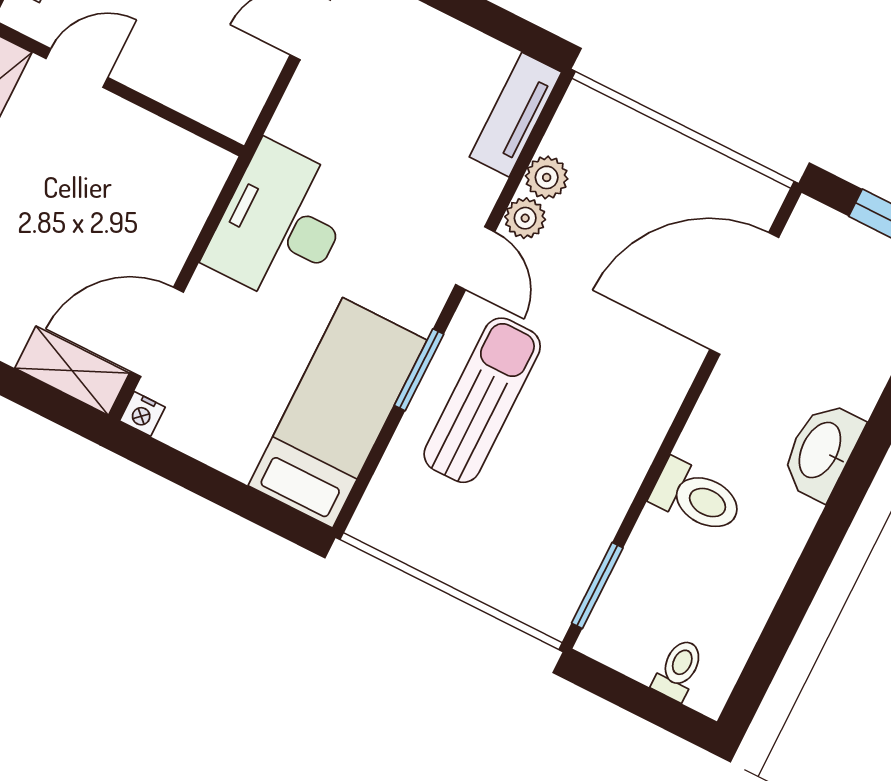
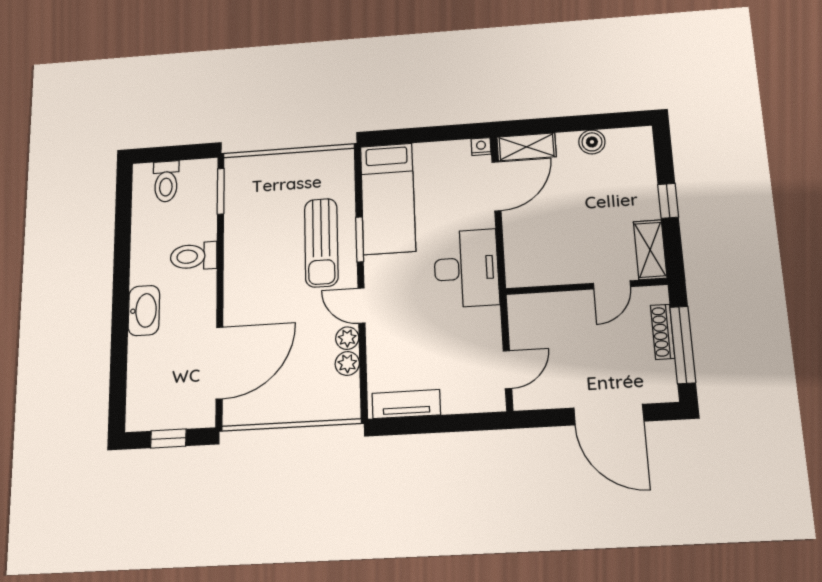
tv unit: (515, 115) -> (406, 404), moved, turned -90
toilet: (679, 670) -> (166, 181), width x1.37, depth x1.39

